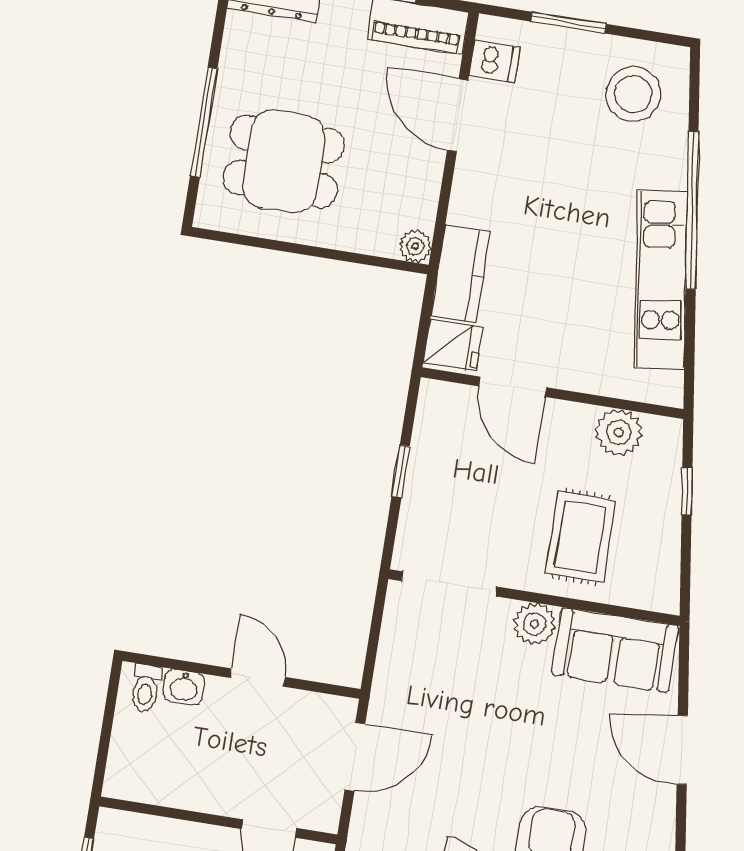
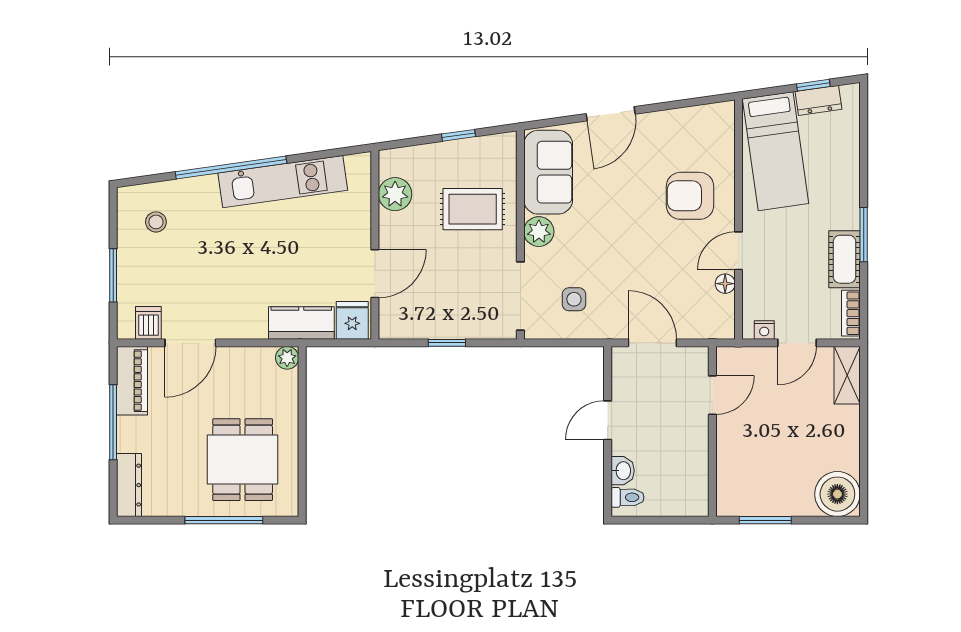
stool: (633, 94) -> (156, 222), width x0.53, depth x0.53
window: (687, 491) -> (458, 135), moved
side table: (433, 658) -> (574, 299), added

